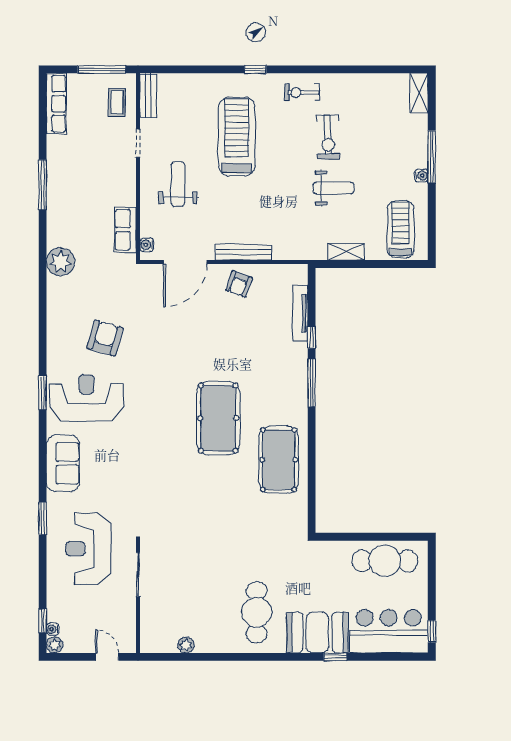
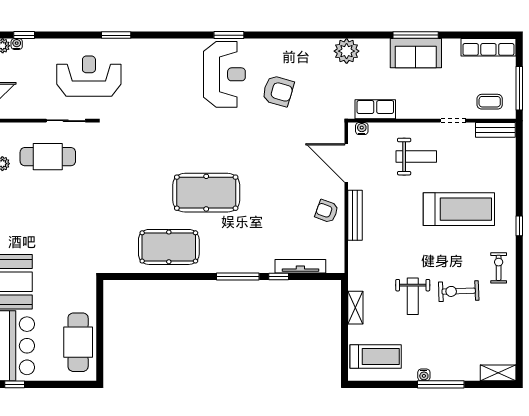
sofa: (63, 463) -> (416, 53), moved
cafe table: (257, 612) -> (48, 157), moved

